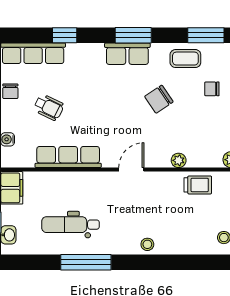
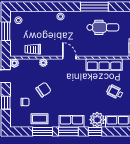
window: (65, 35) -> (95, 132), moved
window: (206, 35) -> (42, 132), moved
plant: (81, 57) -> (97, 120), added
chair: (159, 99) -> (43, 90), moved
door: (131, 170) -> (69, 58), swing flipped

